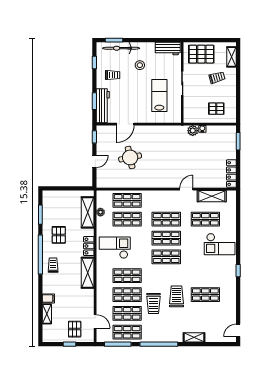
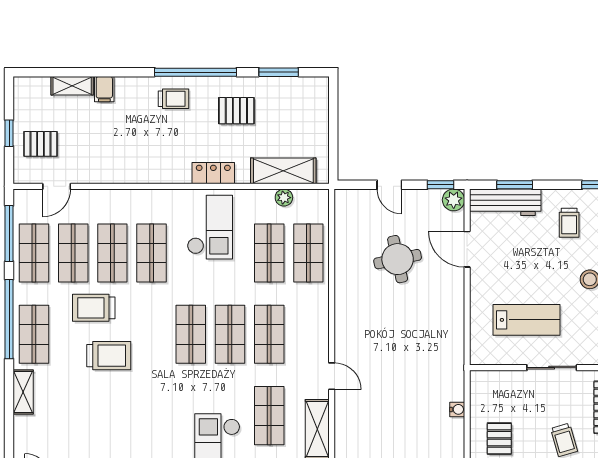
plant: (193, 131) -> (454, 200), moved
shelving: (88, 273) -> (158, 171), removed
shop shelf: (205, 295) -> (34, 334), moved

